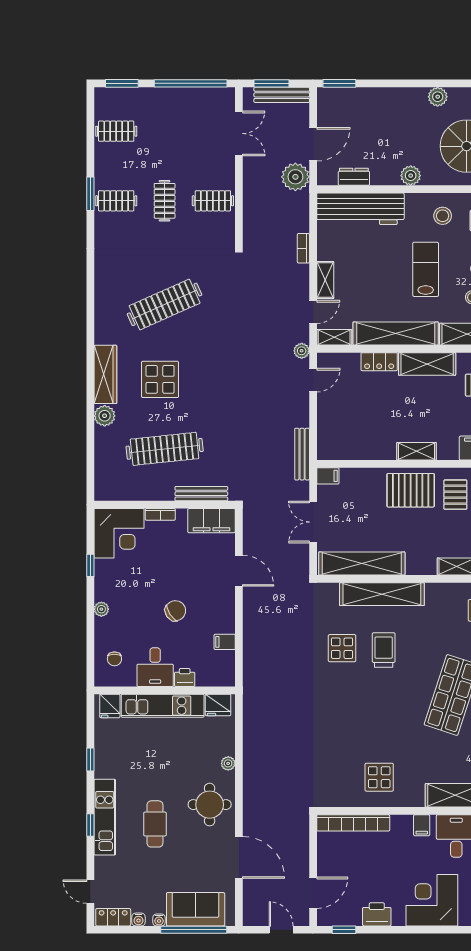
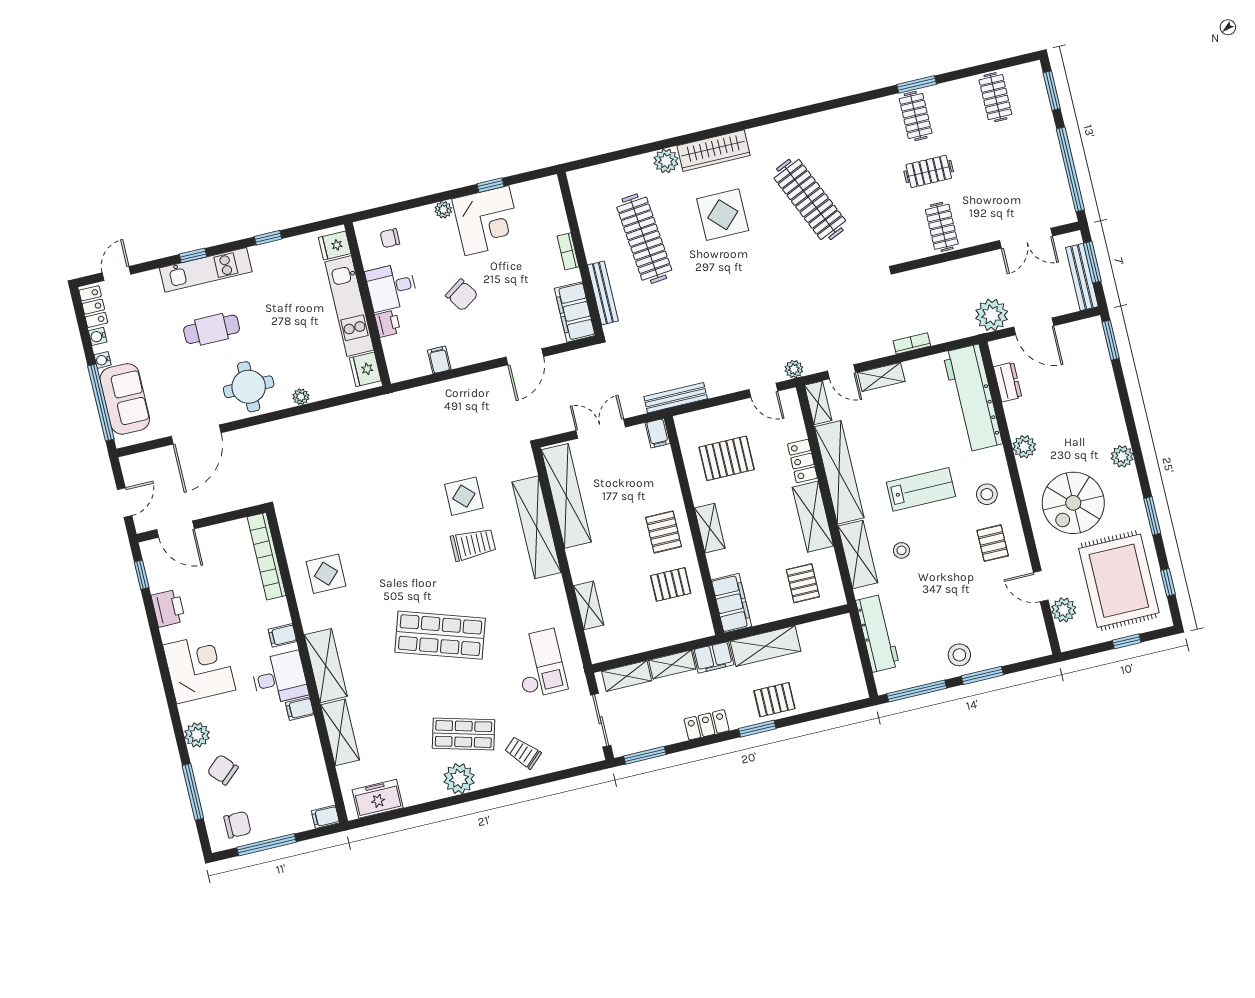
pallet: (362, 424) -> (727, 458), added
pallet: (411, 490) -> (664, 532), width x0.67, depth x0.71
corner desk: (119, 533) -> (487, 221), moved, turned -90

